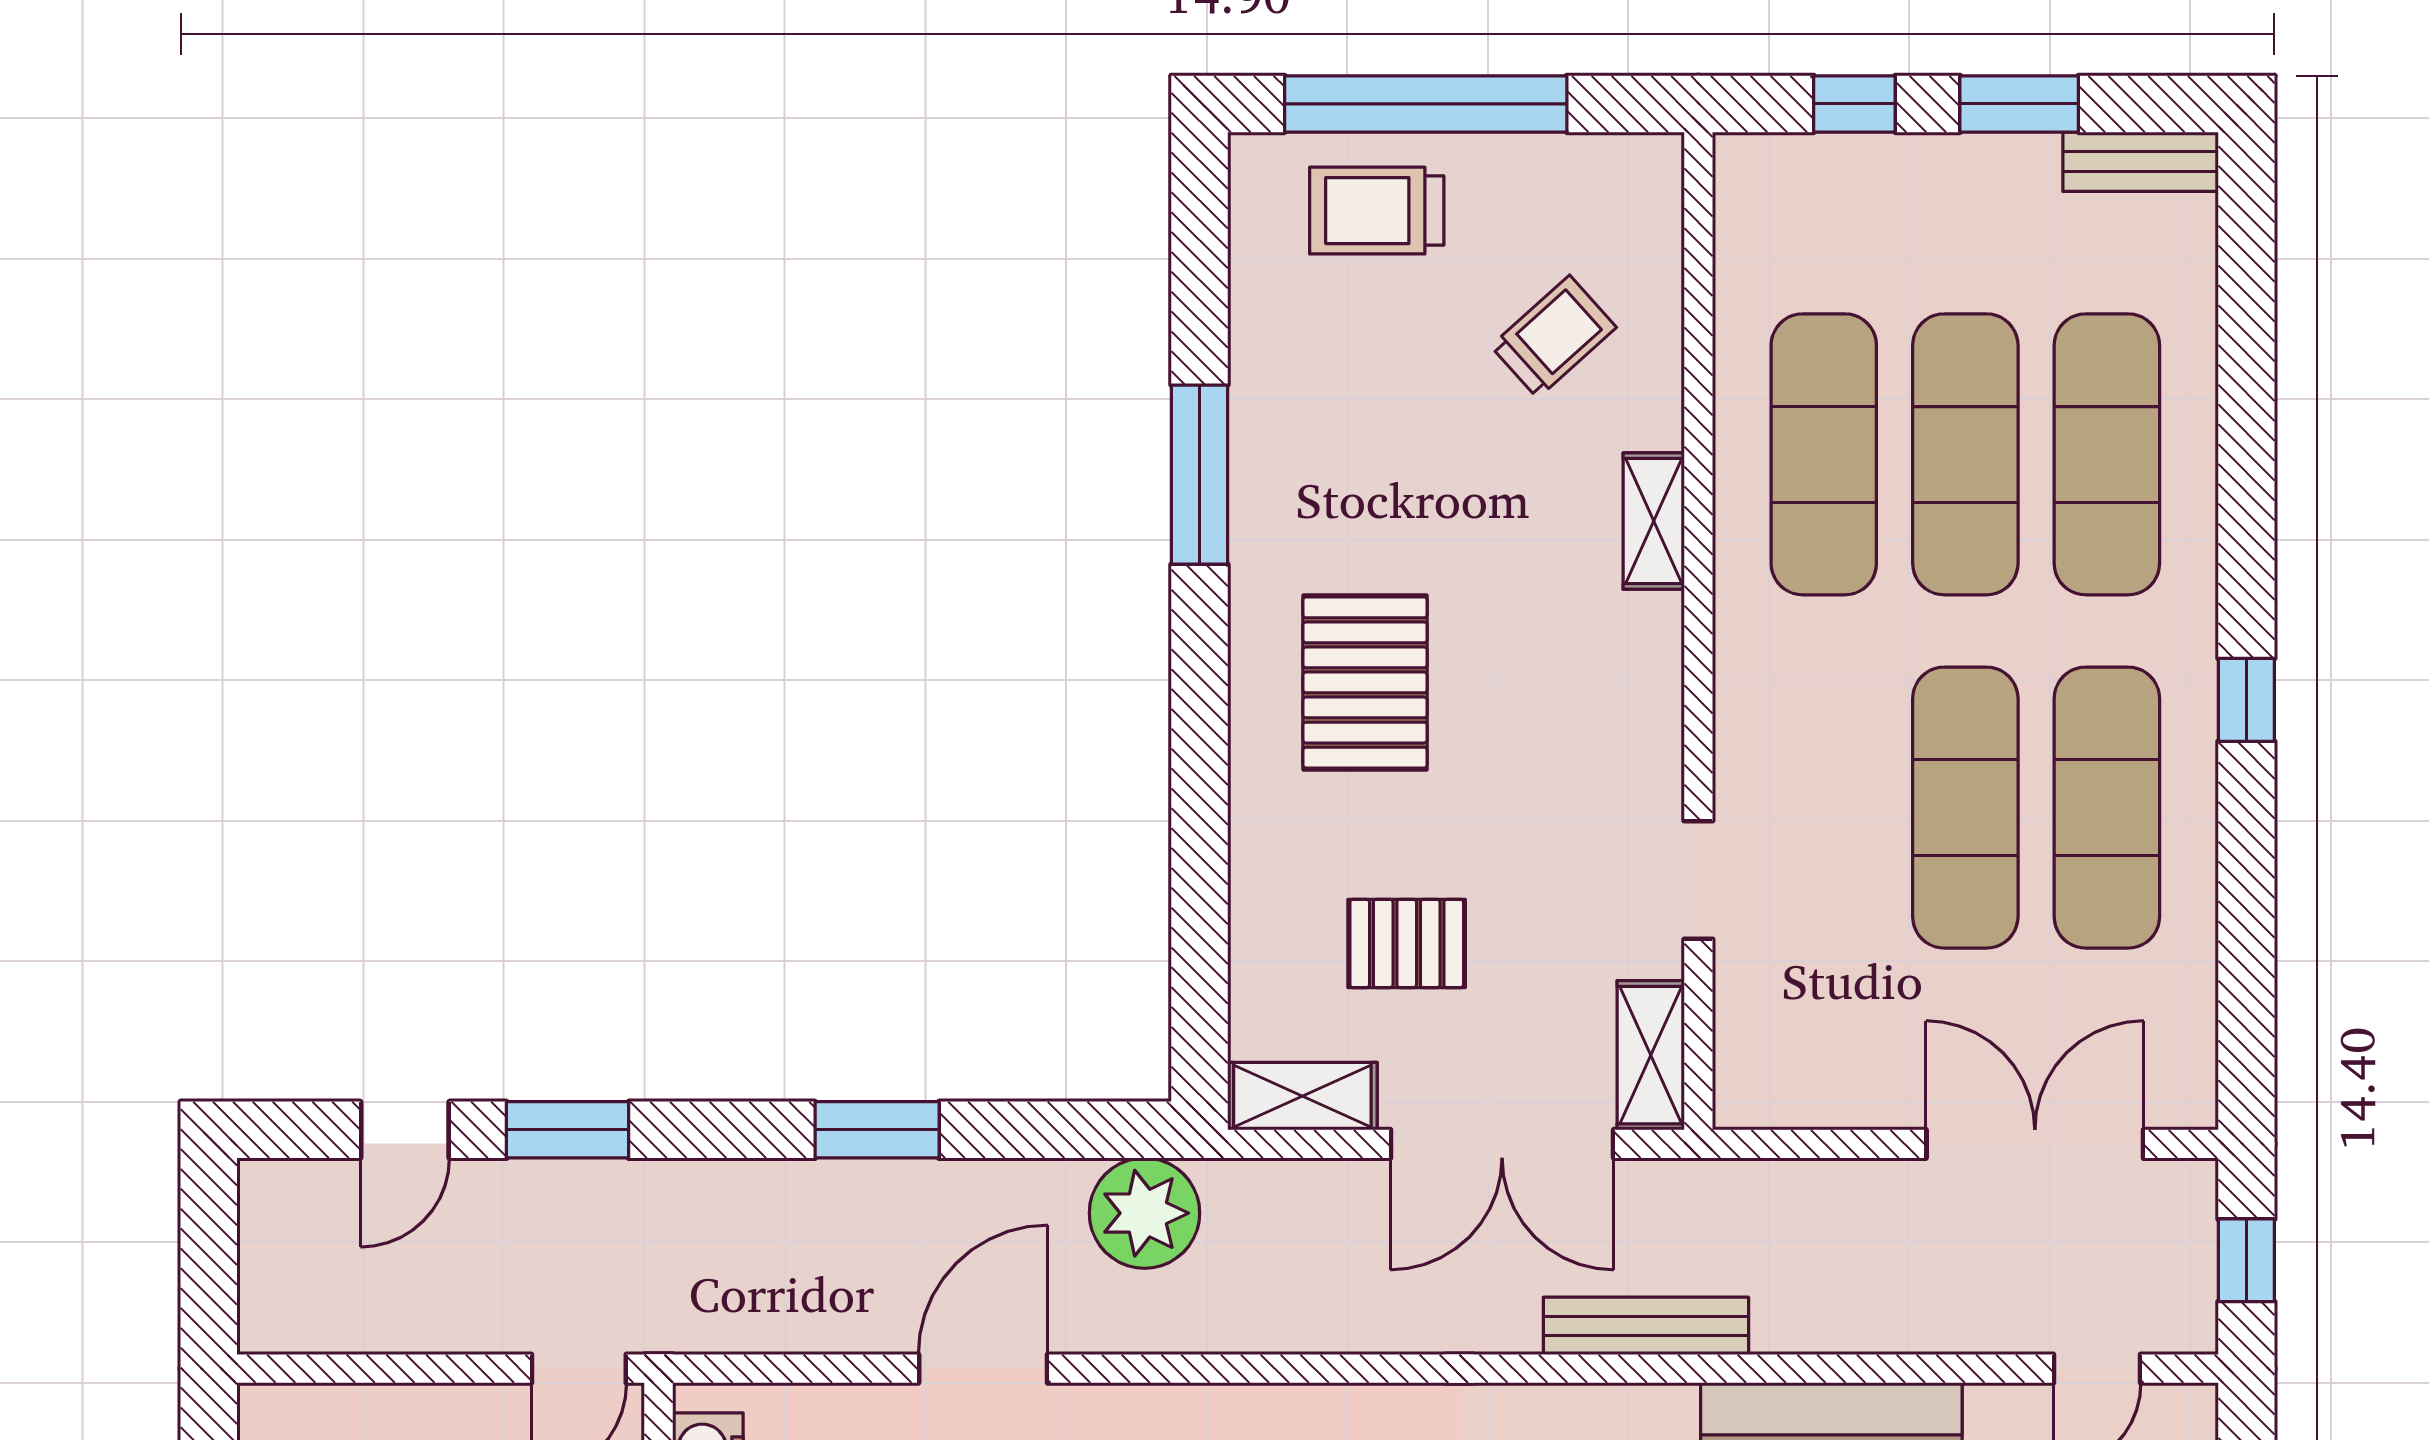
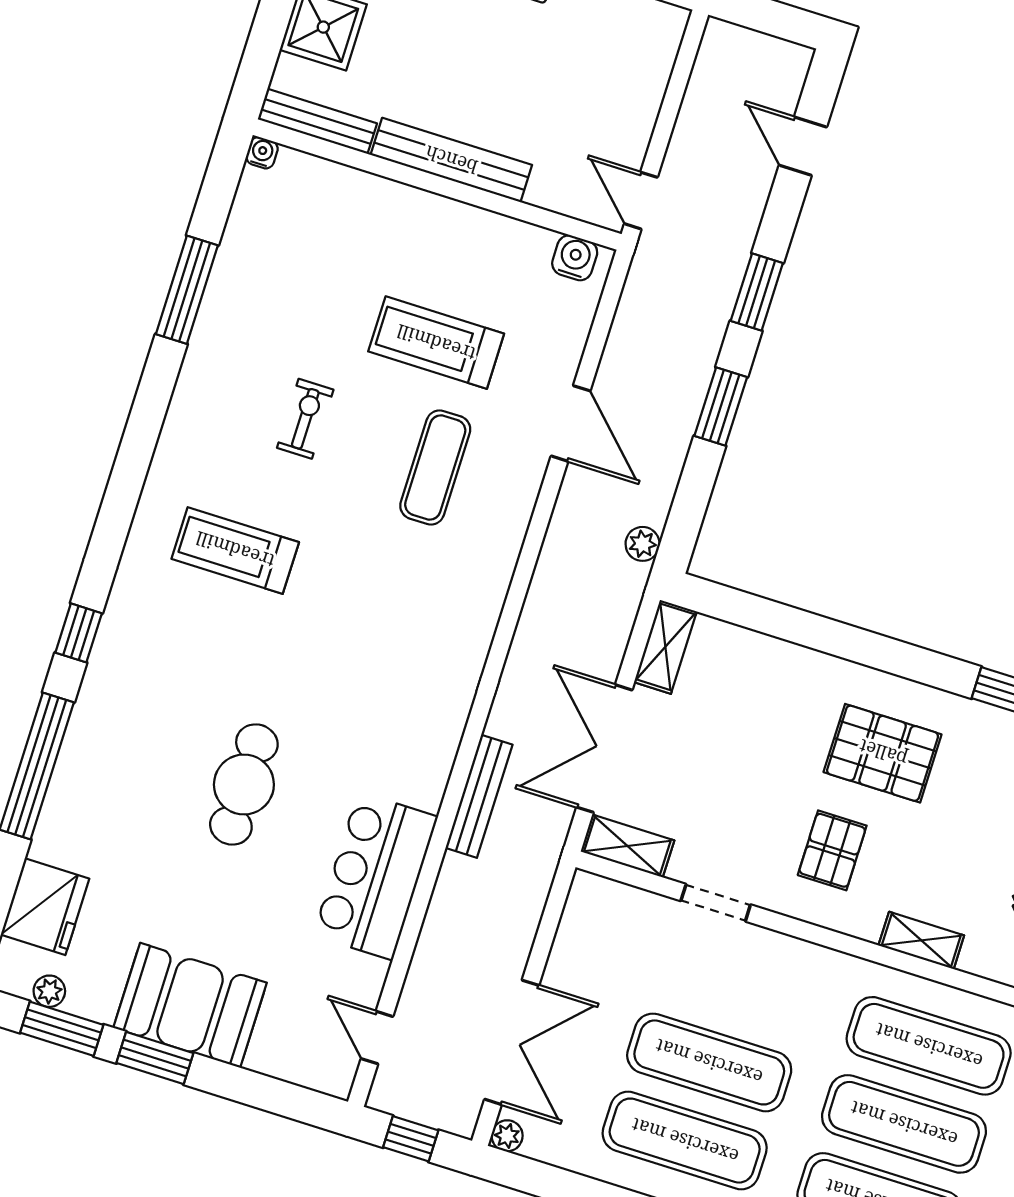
pallet: (1407, 943) -> (832, 850), moved
plant: (2191, 1103) -> (507, 1136), added
window: (568, 1130) -> (757, 292), moved
plant: (1144, 1213) -> (643, 544), width x0.53, depth x0.53

